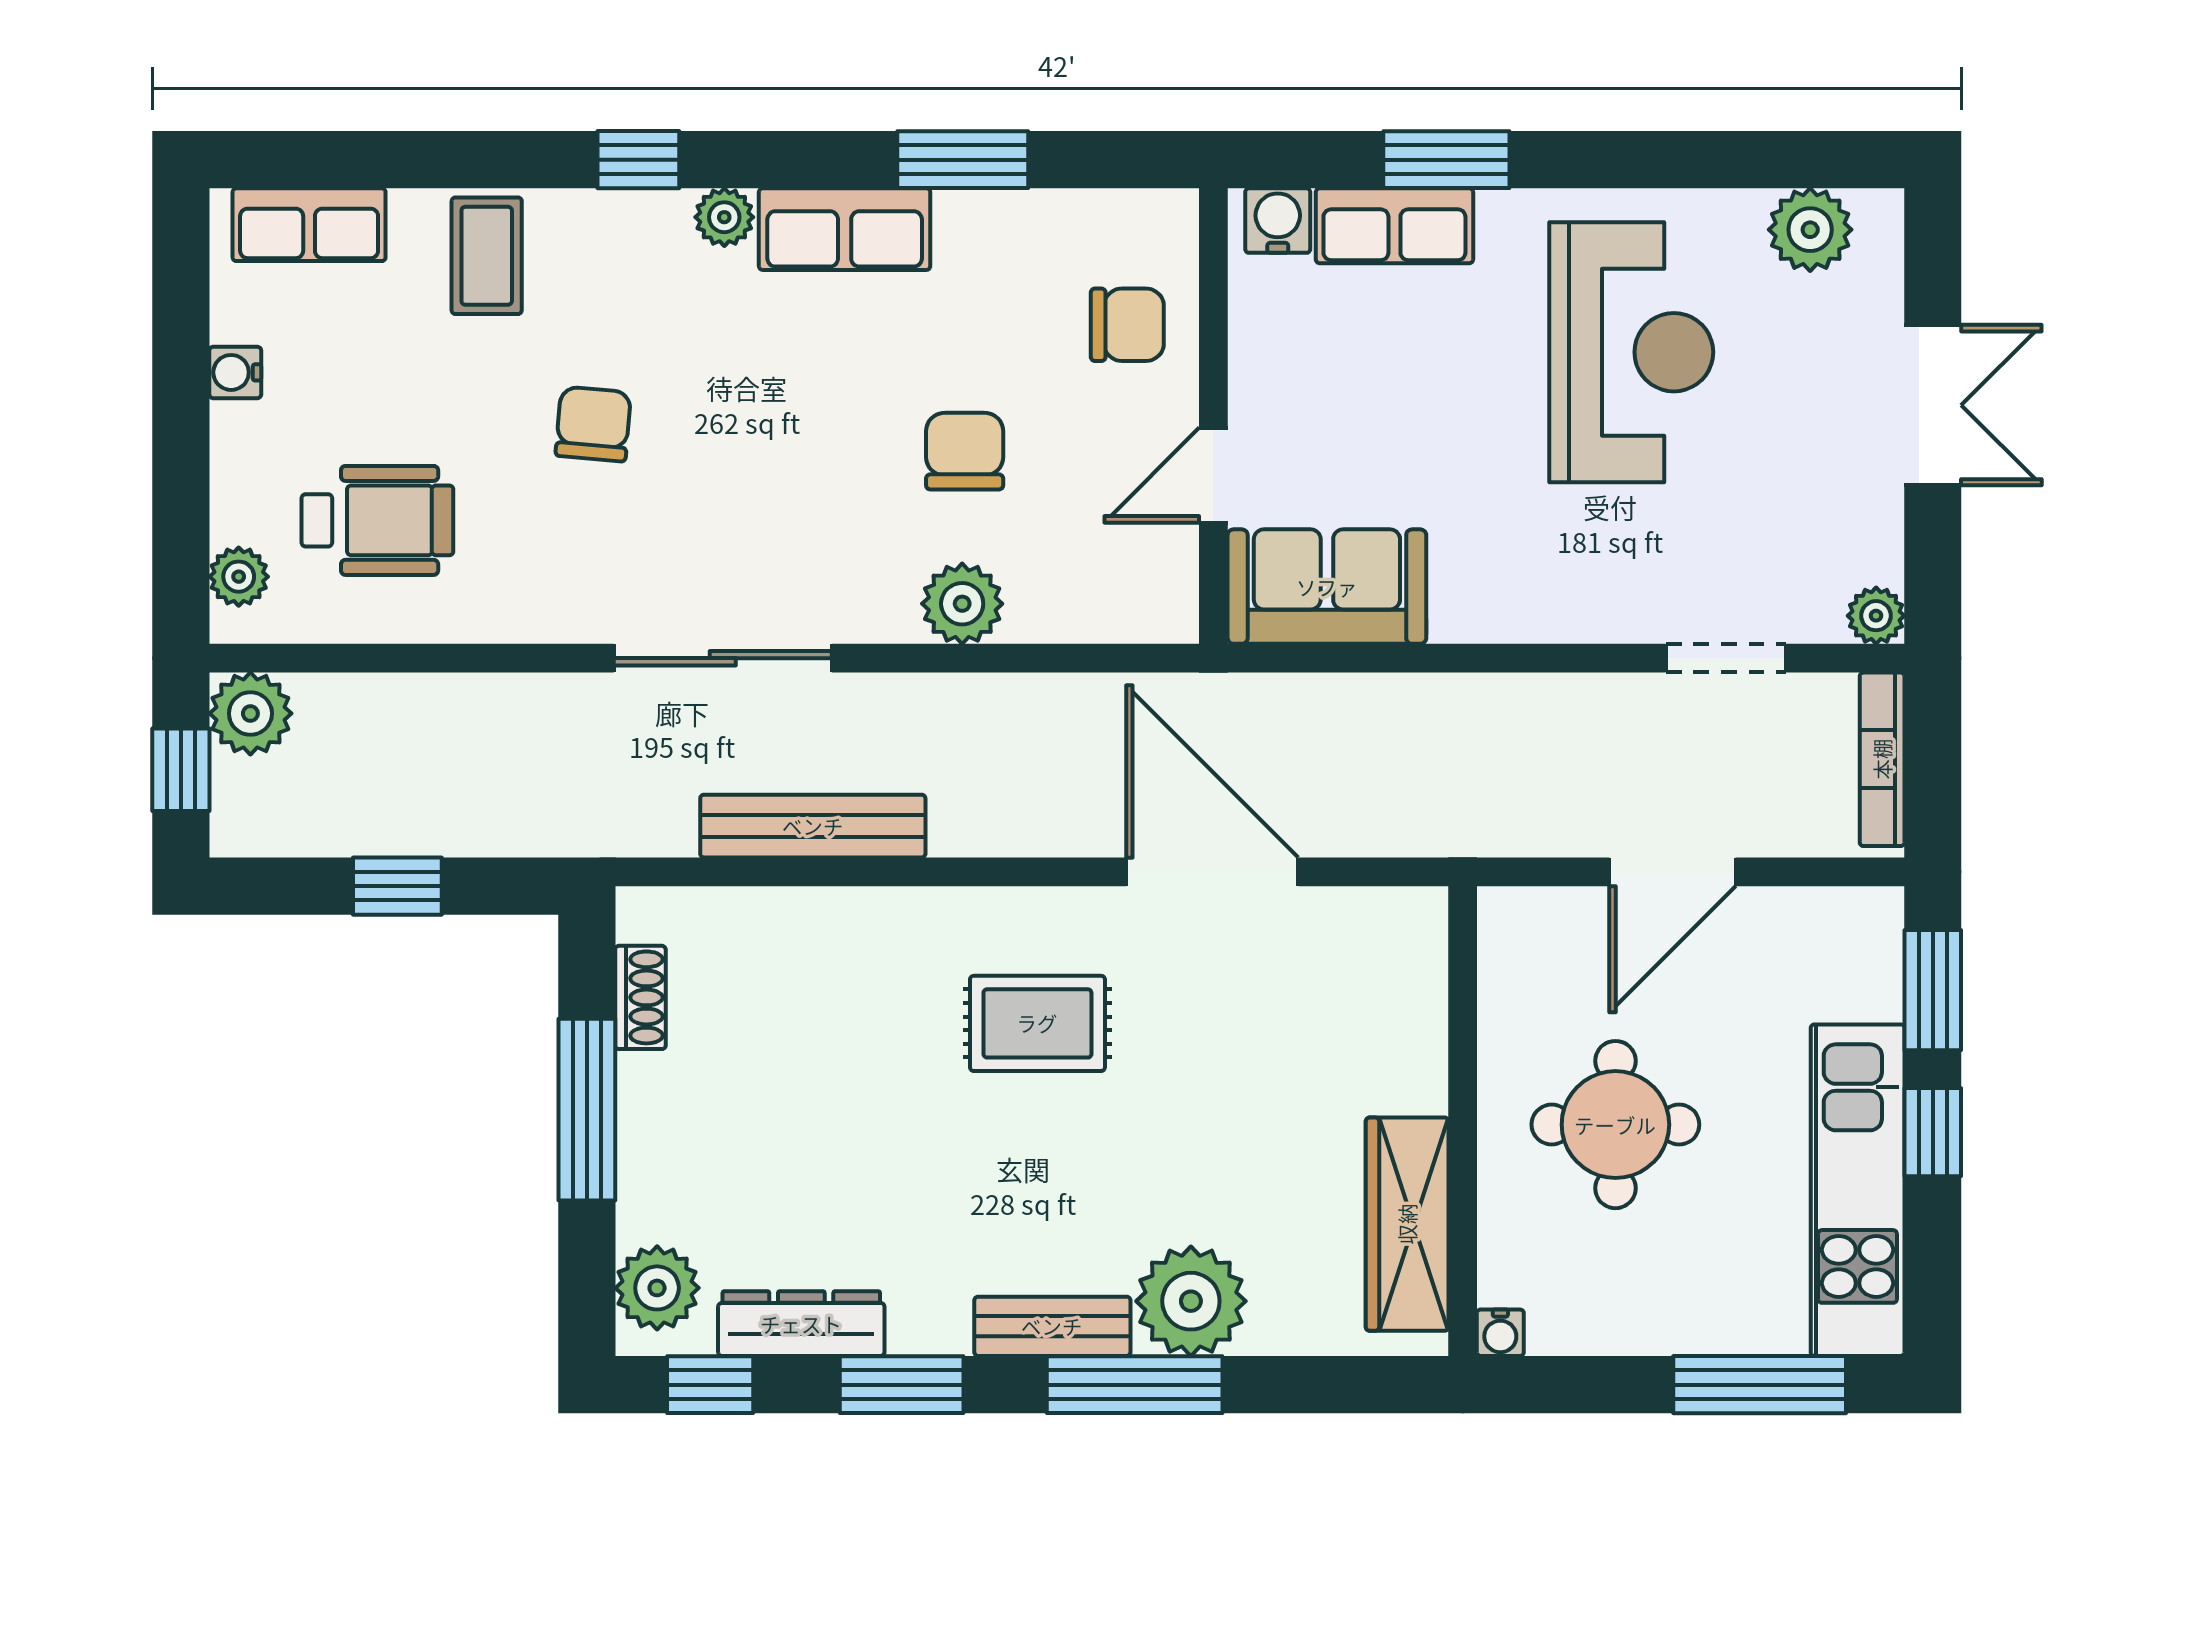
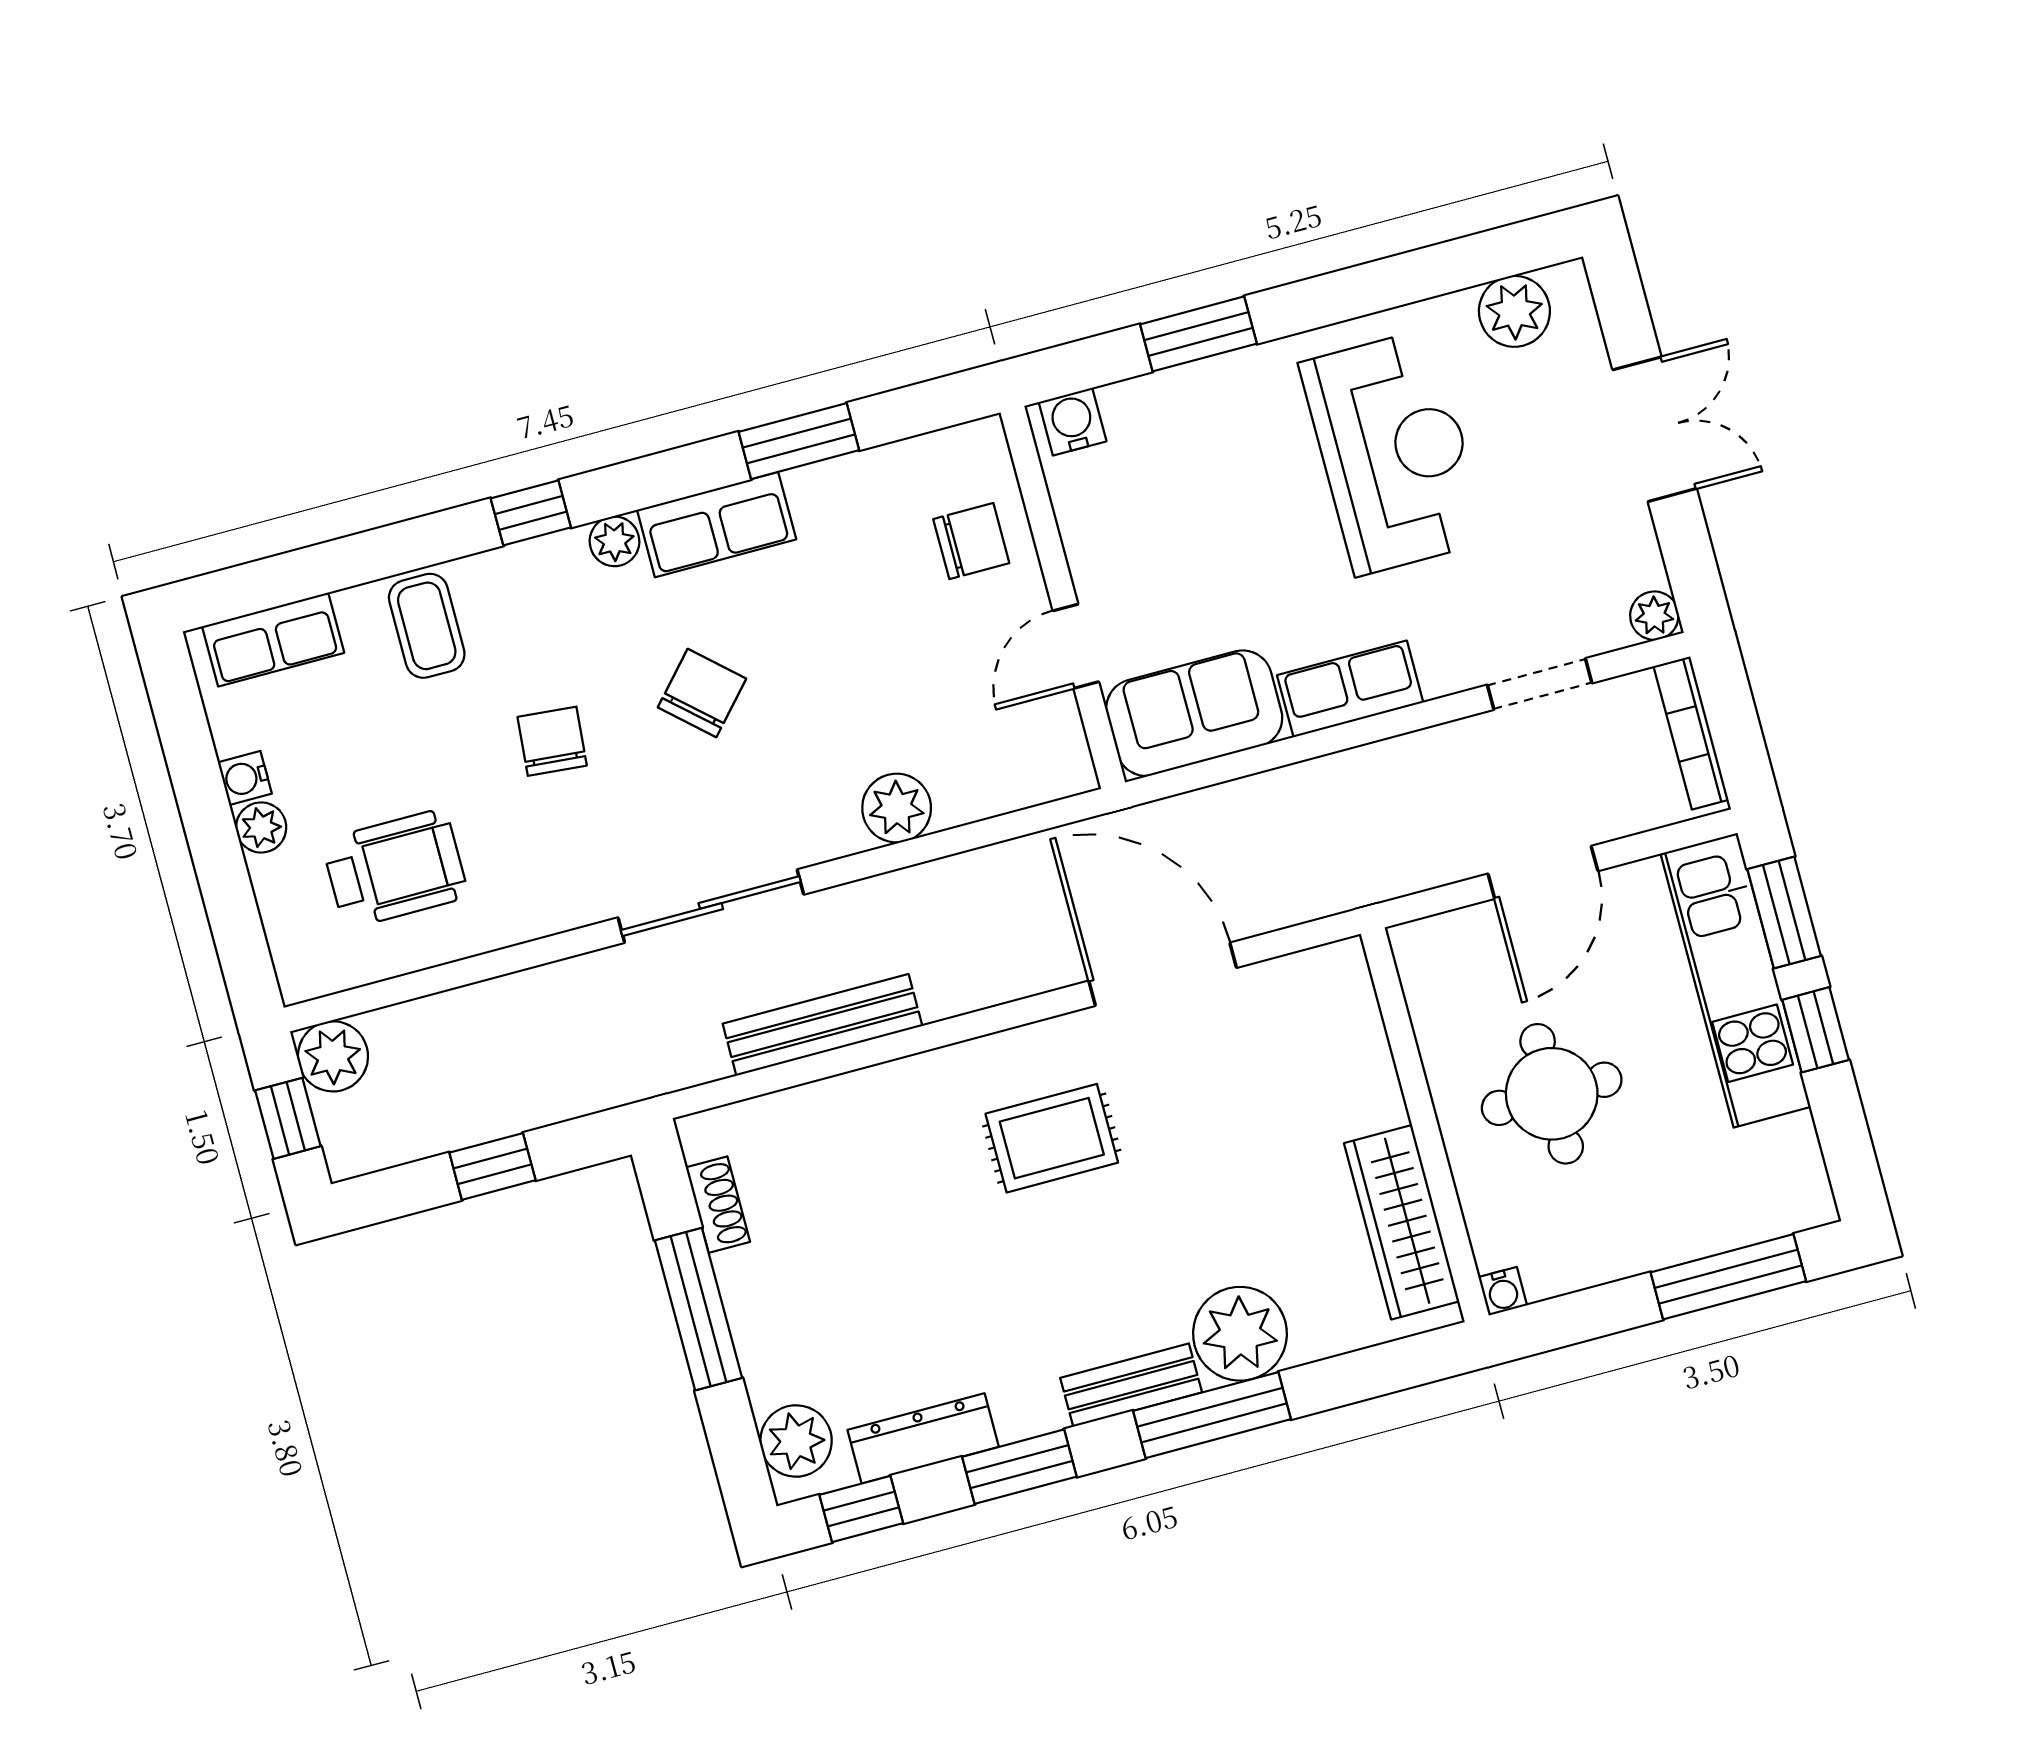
row of seats: (1394, 226) -> (1350, 689), moved, turned 180
chair: (965, 451) -> (702, 693), moved, turned 42
plant: (239, 577) -> (261, 827), moved
kitchen unit: (1858, 1190) -> (1736, 980), moved

